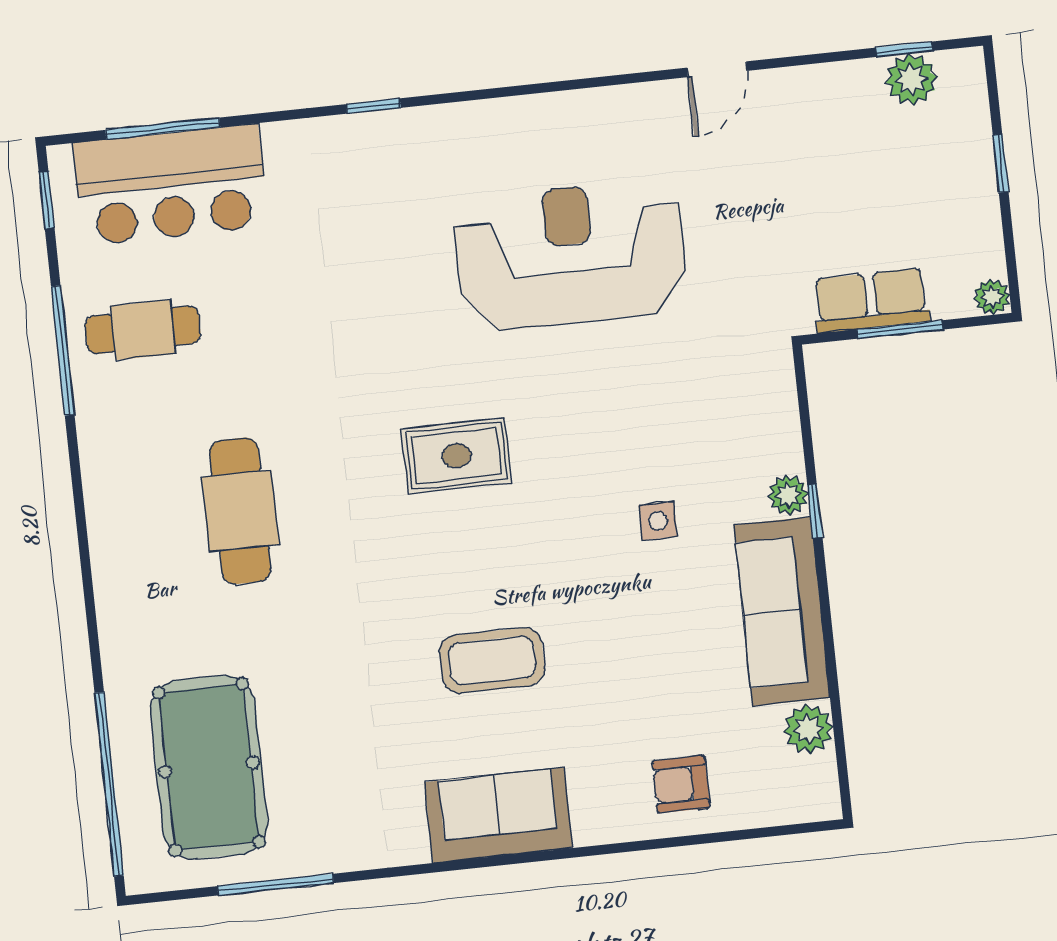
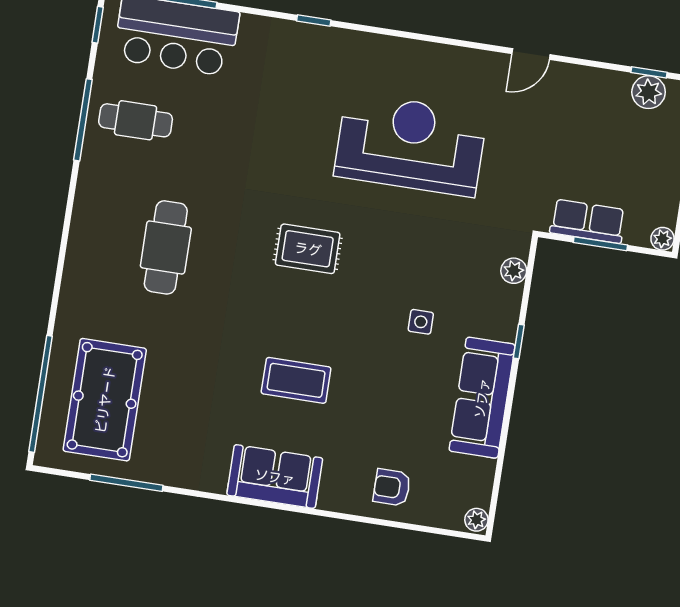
plant: (788, 495) -> (514, 271), moved
plant: (808, 729) -> (476, 520), moved, width x0.73, depth x0.73

